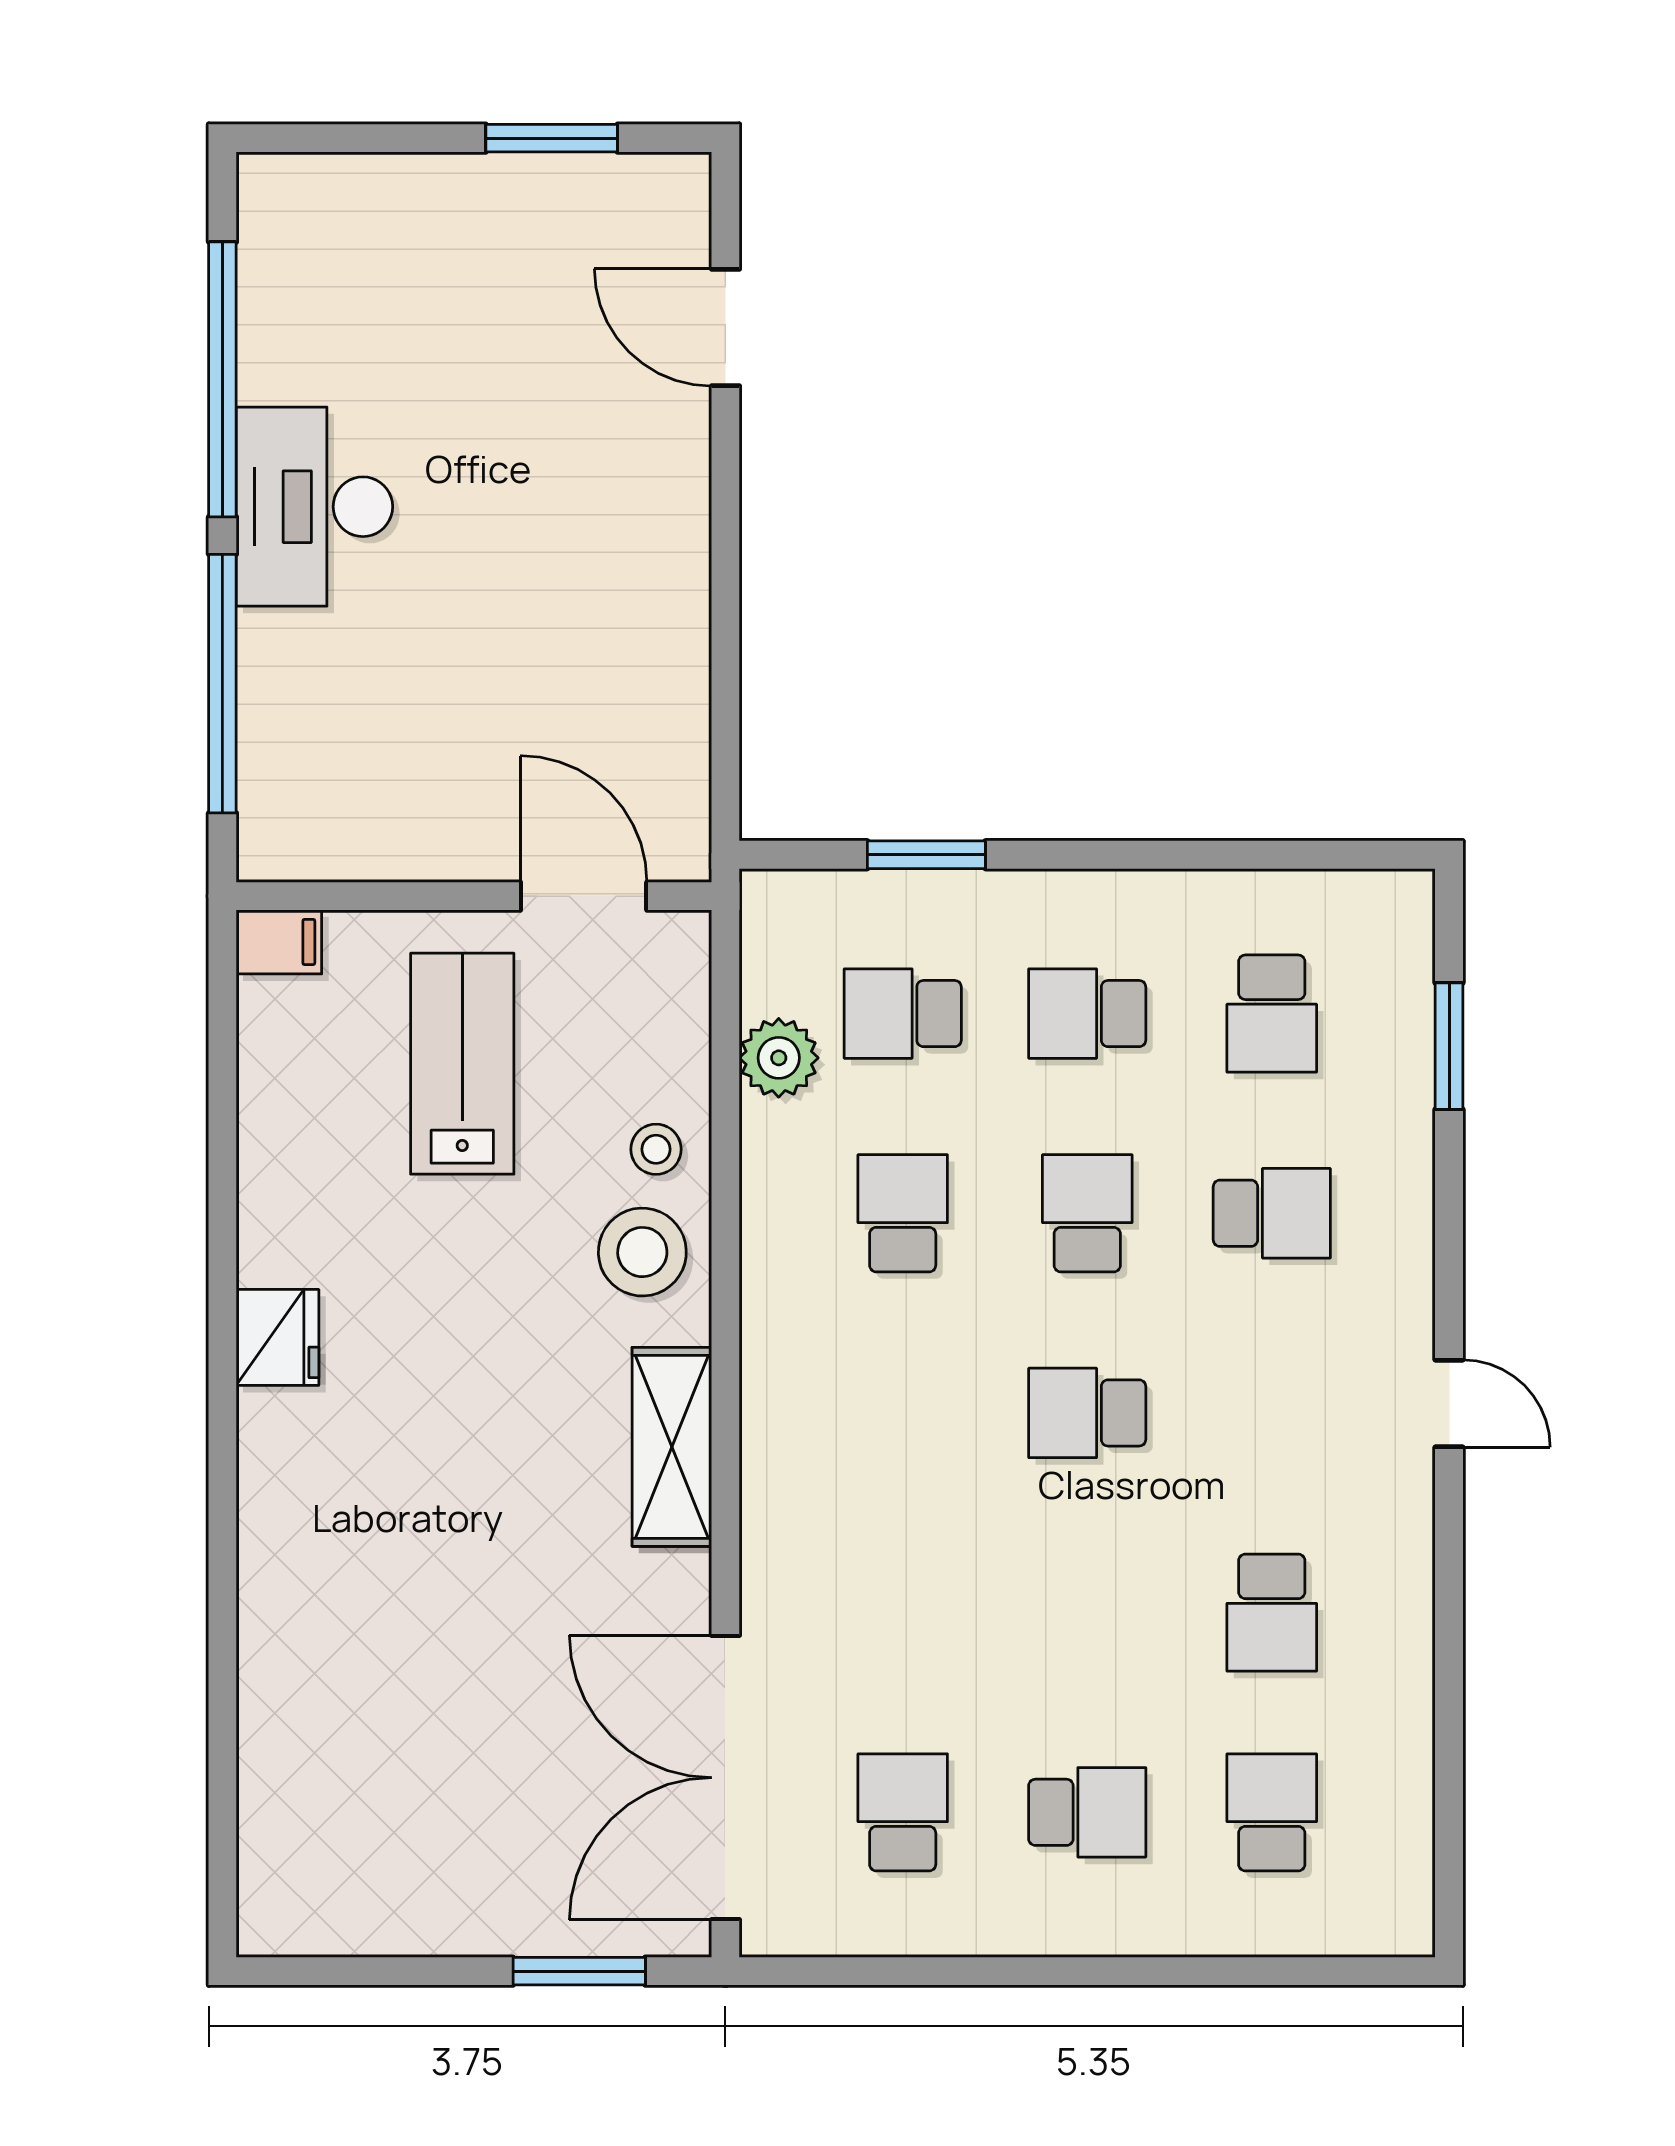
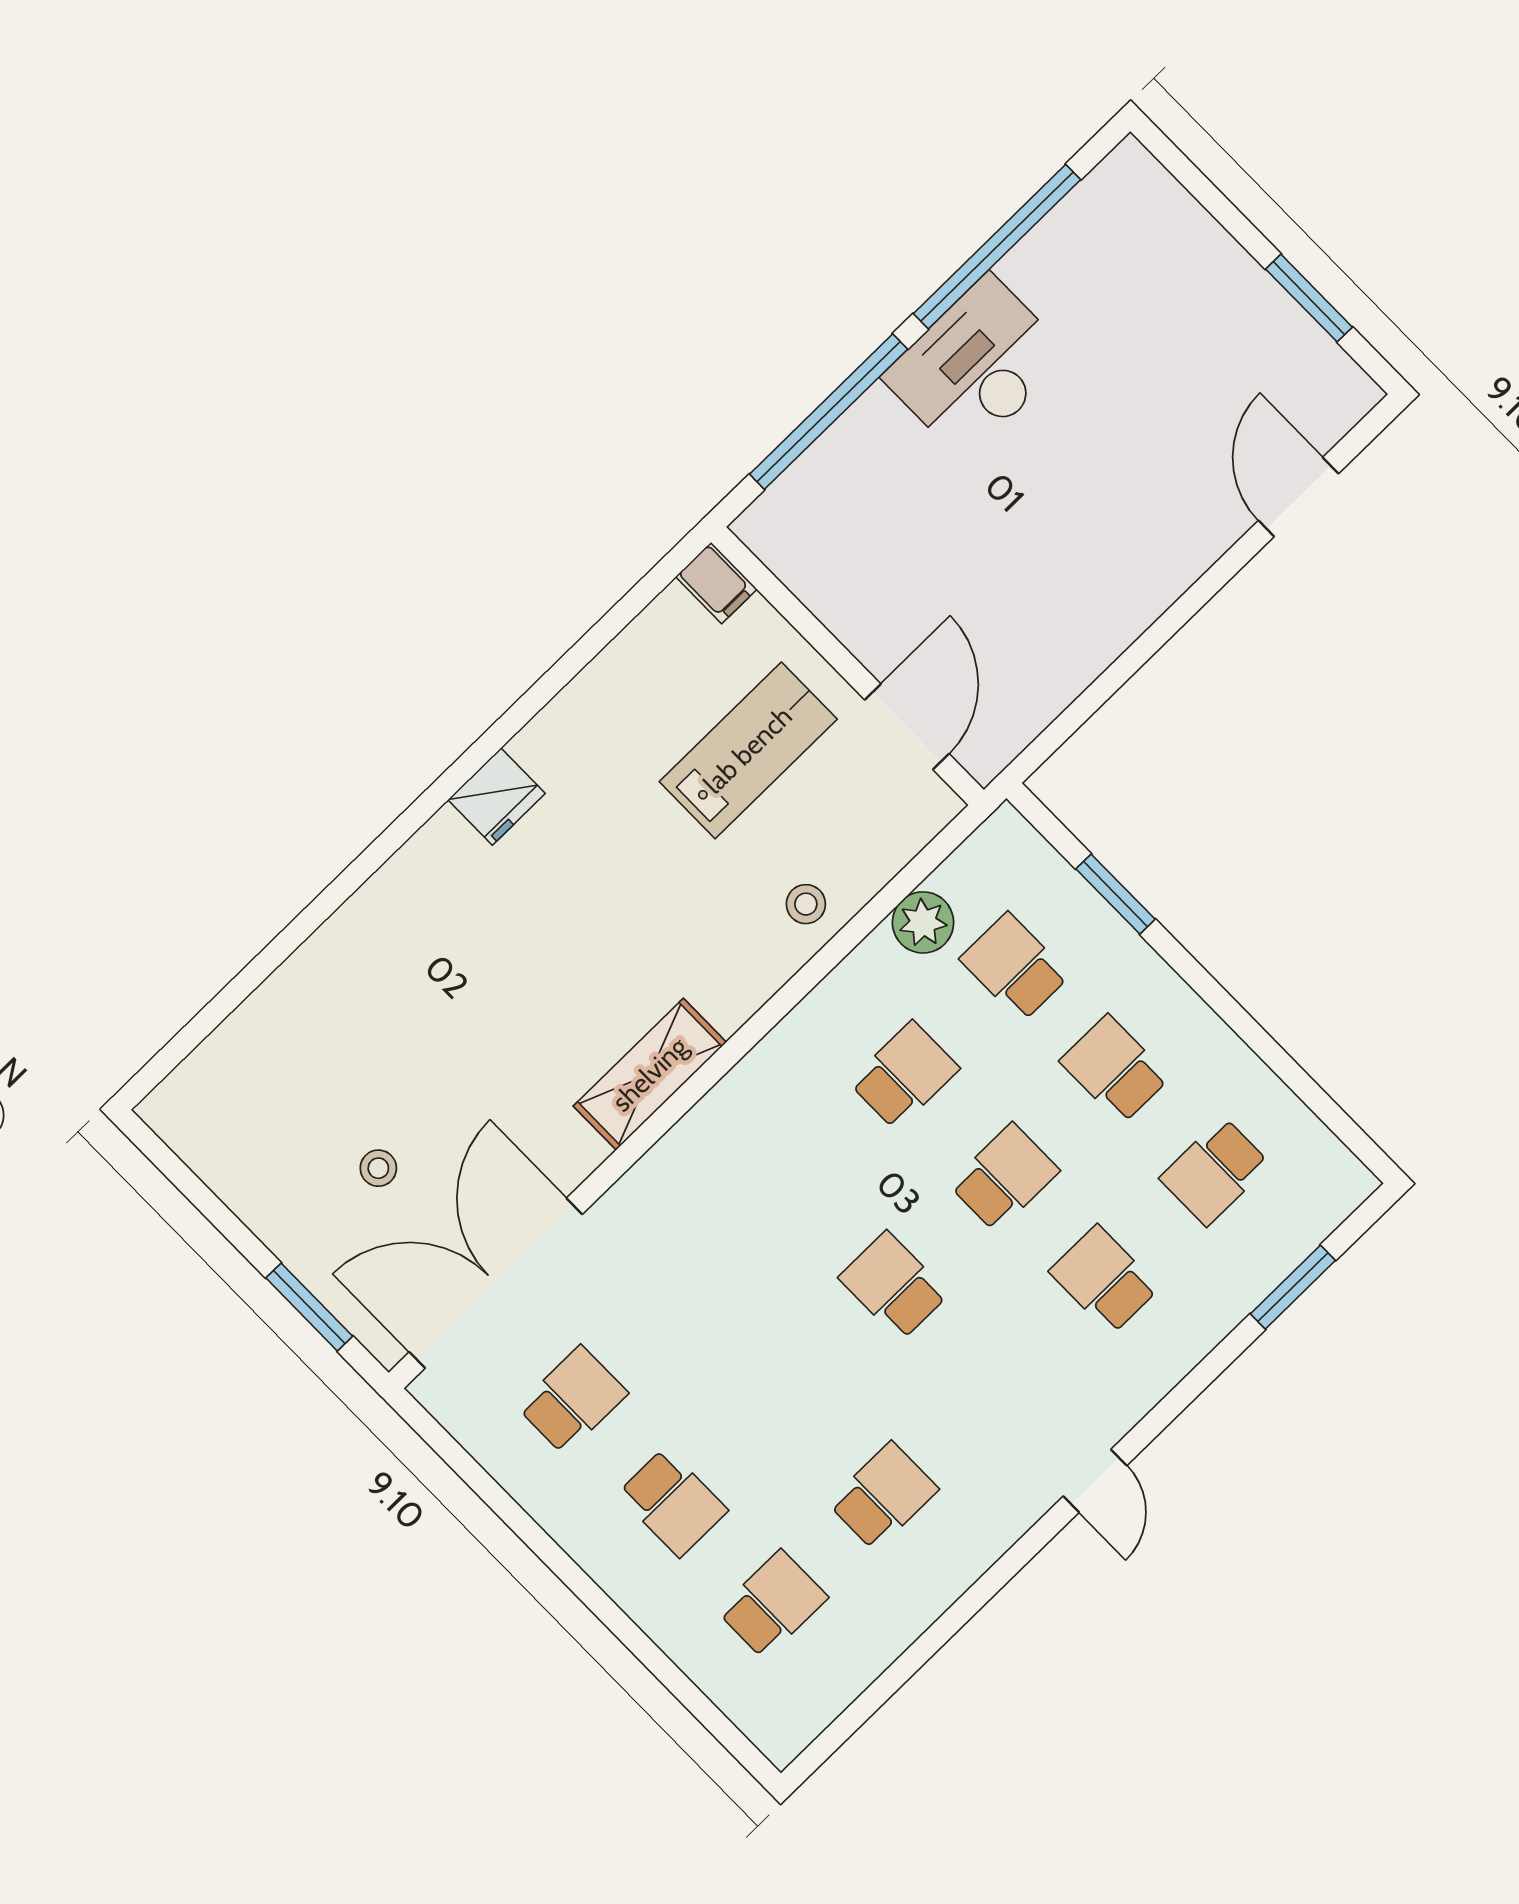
school desk: (1272, 1213) -> (1104, 1280), turned 180
stool: (642, 1252) -> (378, 1168), moved, width x0.53, depth x0.53
school desk: (1272, 1613) -> (883, 1496), turned 180

